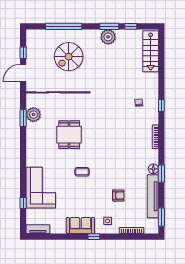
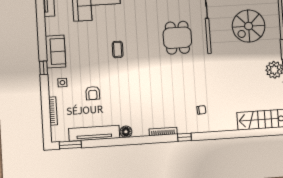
spiral stairs: (69, 57) -> (249, 26), turned -90
window: (161, 105) -> (184, 137), moved
dining table: (69, 135) -> (177, 38), moved, turned 90
window: (161, 174) -> (121, 141), removed

